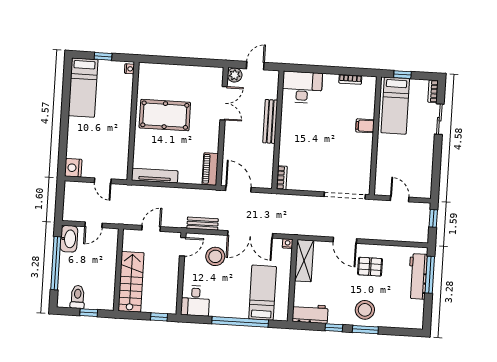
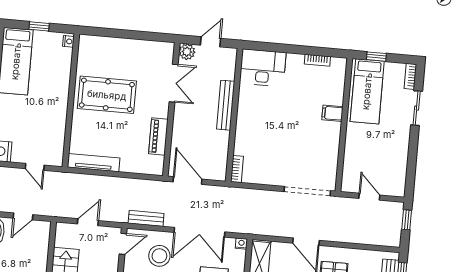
piano: (210, 169) -> (158, 136), moved

